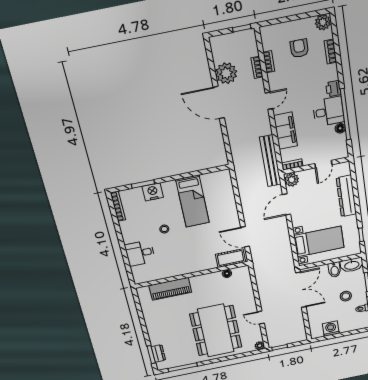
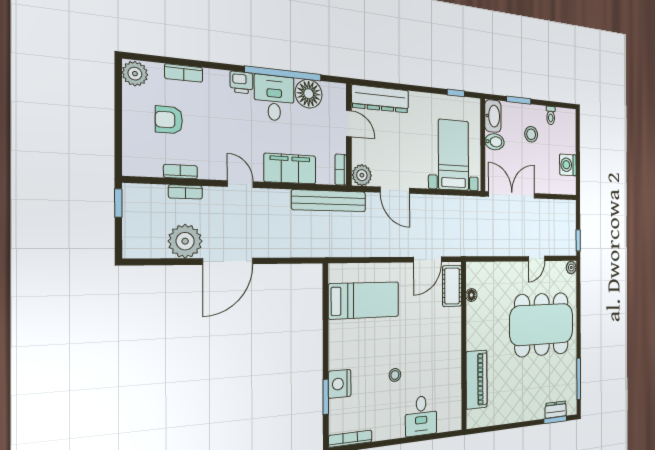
floor lamp: (340, 128) -> (309, 94), width x1.89, depth x1.89
dresser: (346, 196) -> (380, 99), moved
bed: (193, 201) -> (364, 300), moved

